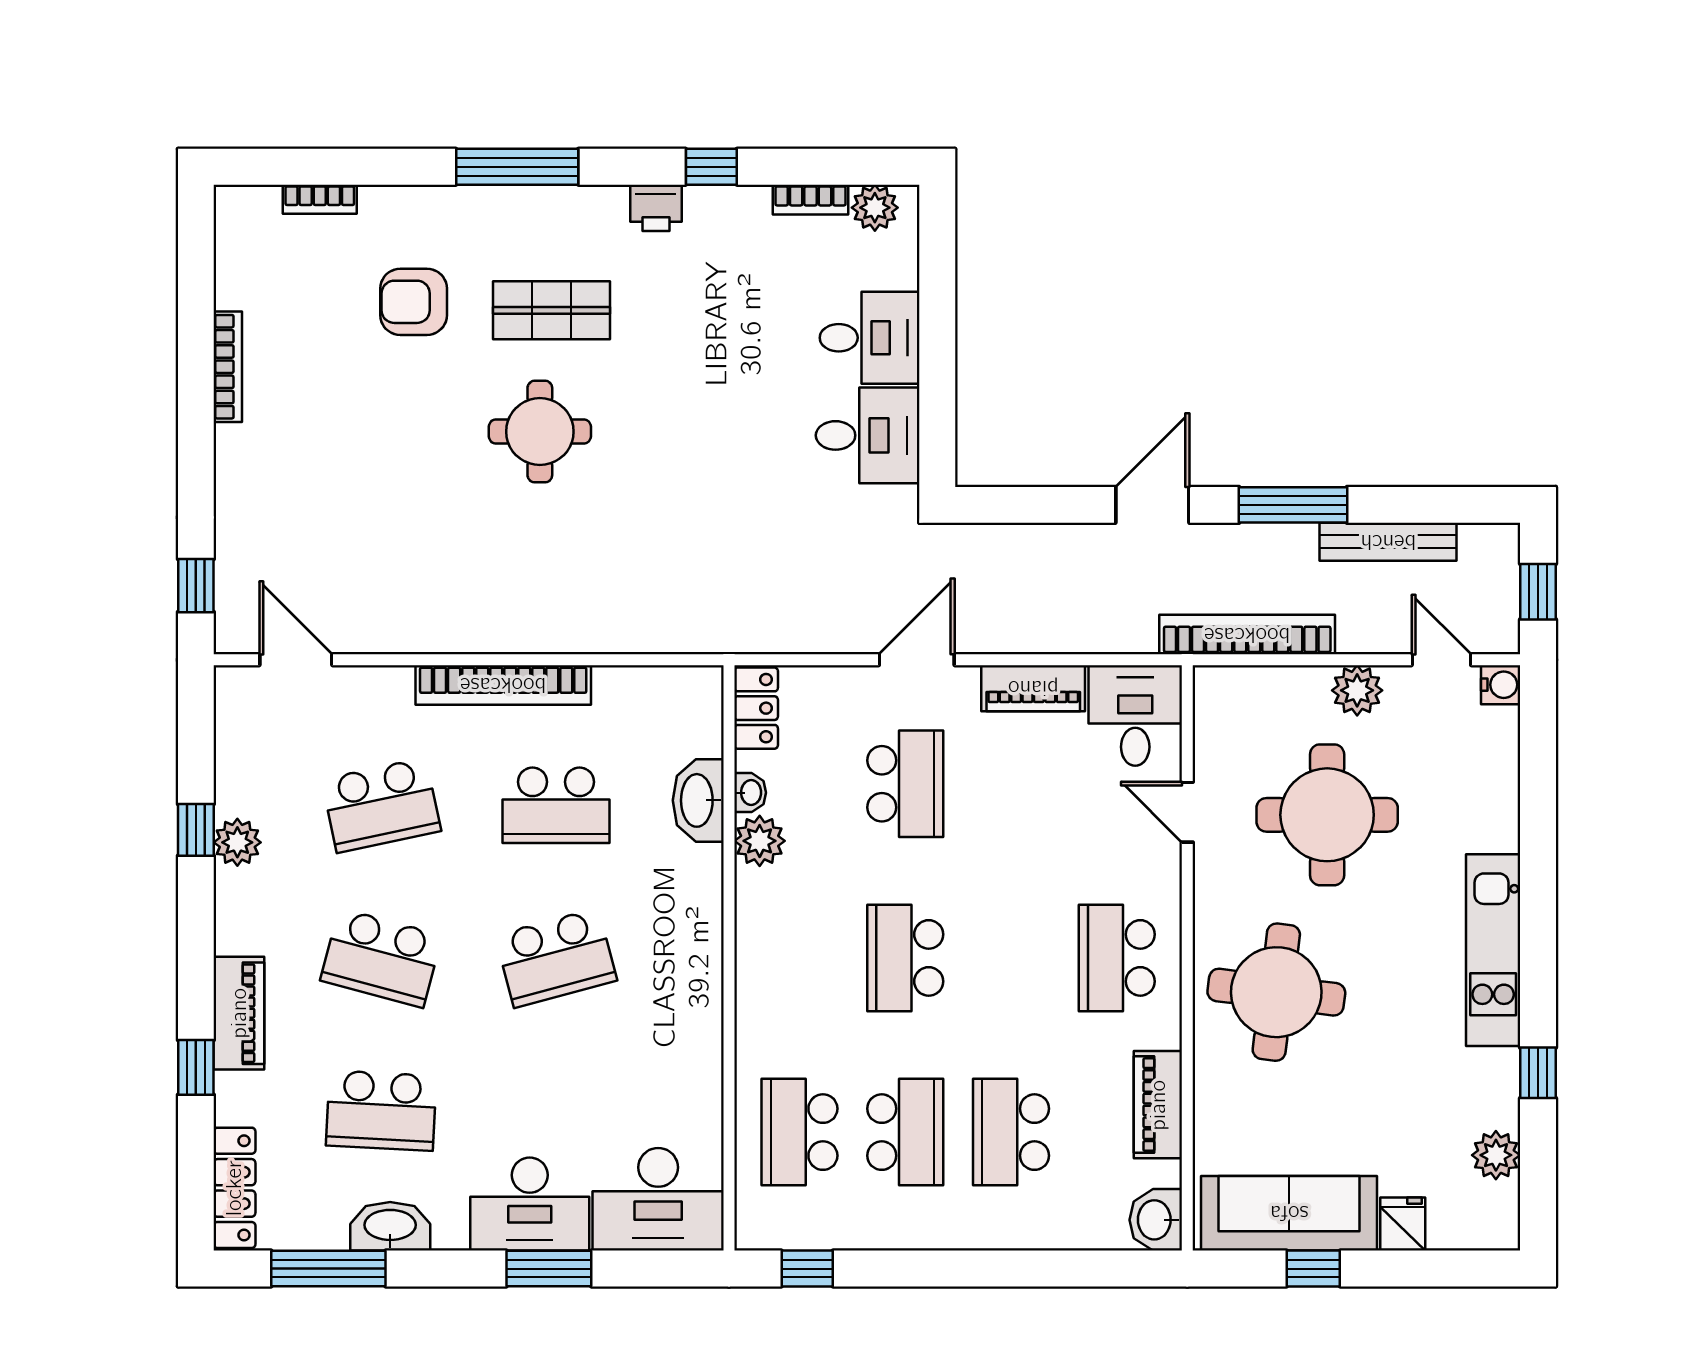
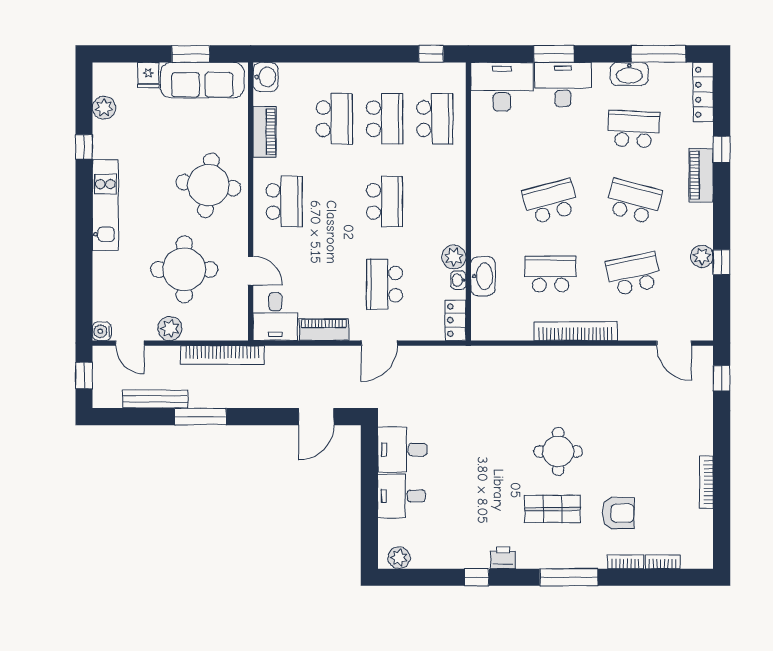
bookcase: (811, 200) -> (626, 562), moved
door: (1152, 505) -> (316, 417), moved
school desk: (905, 1132) -> (385, 119), turned 180
window: (1313, 1269) -> (191, 54), width x1.50

